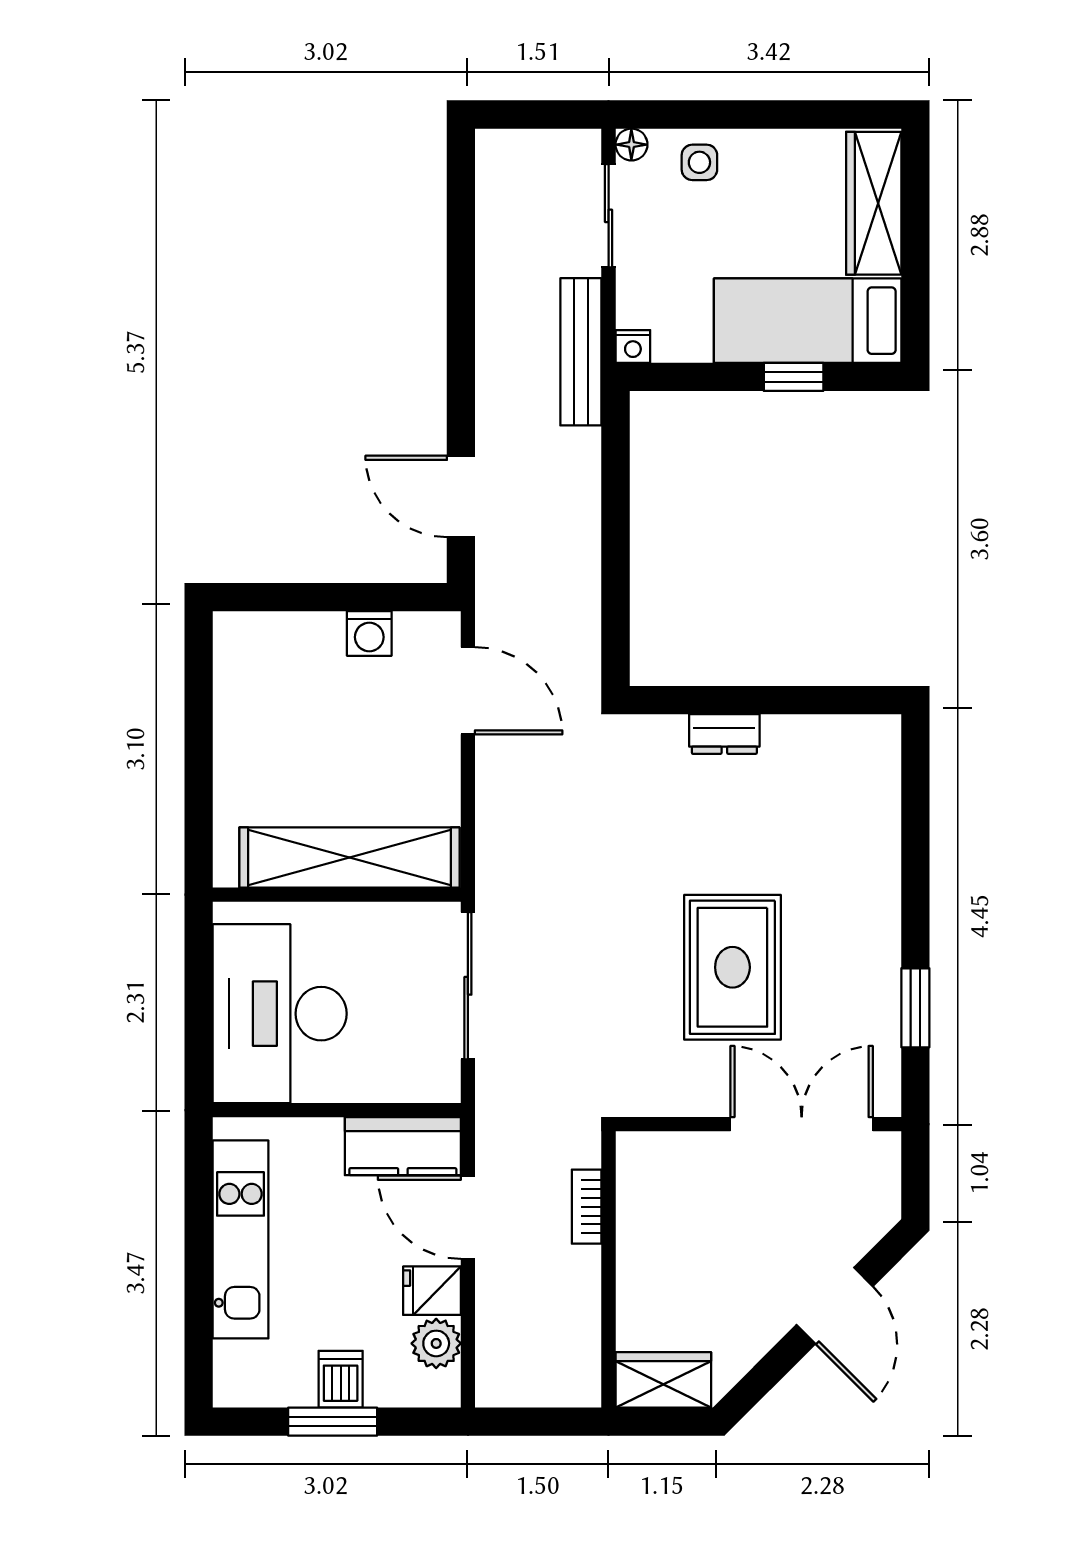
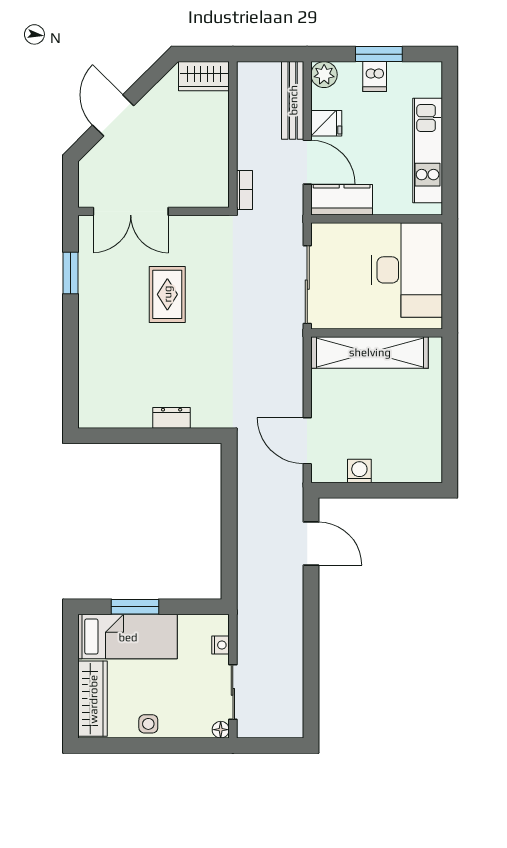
side table: (699, 162) -> (148, 724), moved
nightstand: (633, 346) -> (220, 645), moved, turned 90
bench: (581, 352) -> (293, 100), moved
window: (794, 377) -> (135, 607), width x1.50
rug: (732, 967) -> (167, 294), width x0.73, depth x0.70
bookcase: (587, 1207) -> (244, 190), moved
plant: (436, 1343) -> (324, 75), moved

